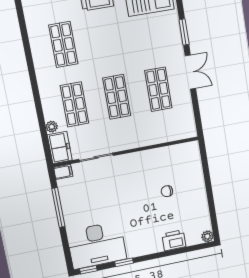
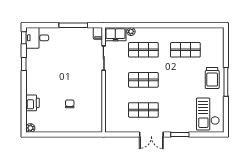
desk: (97, 245) -> (37, 38), width x0.53, depth x0.77

